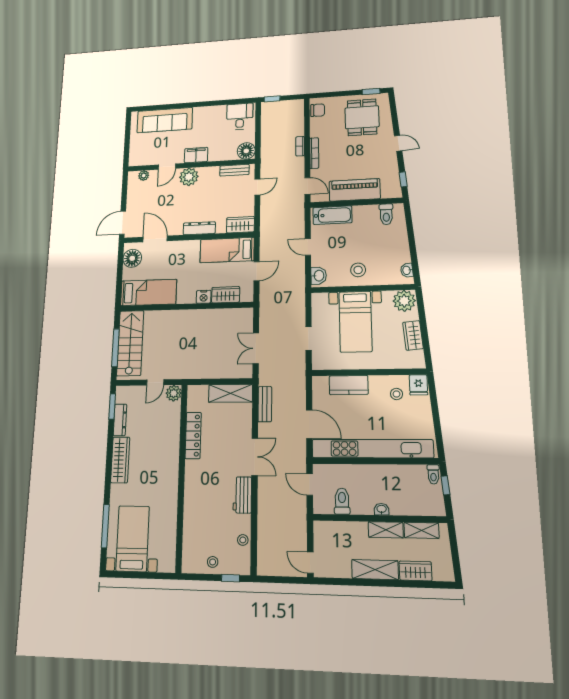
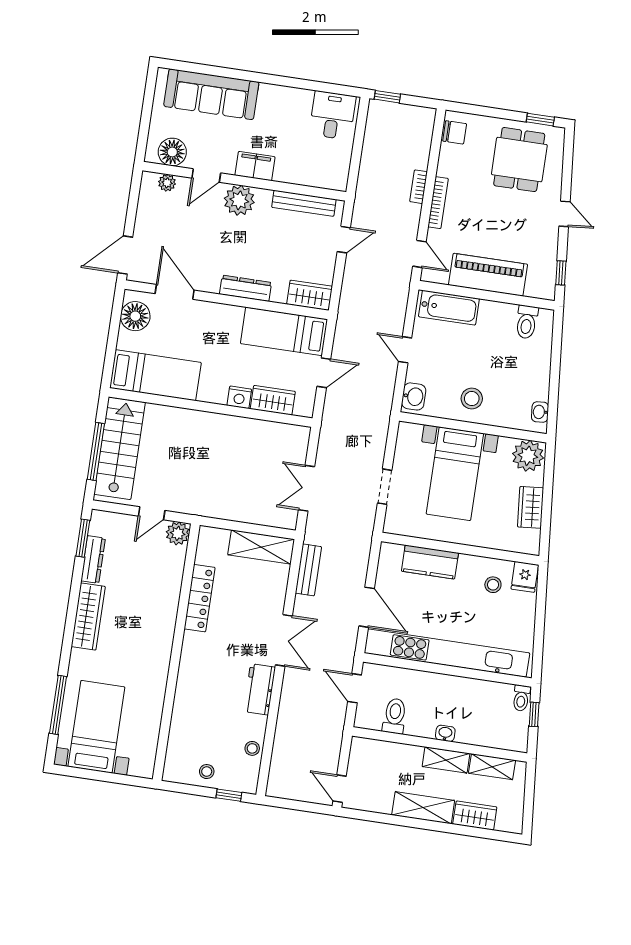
floor lamp: (246, 151) -> (172, 152), moved
bench: (234, 170) -> (304, 203), width x1.36

